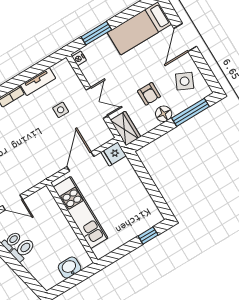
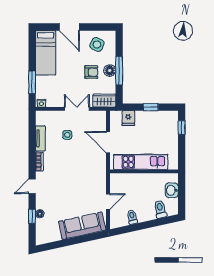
window: (190, 112) -> (119, 71), moved
fridge: (114, 154) -> (128, 118), moved
window: (150, 186) -> (151, 107), added
toilet: (23, 250) -> (160, 209), moved

